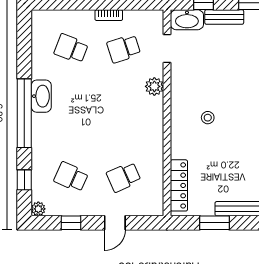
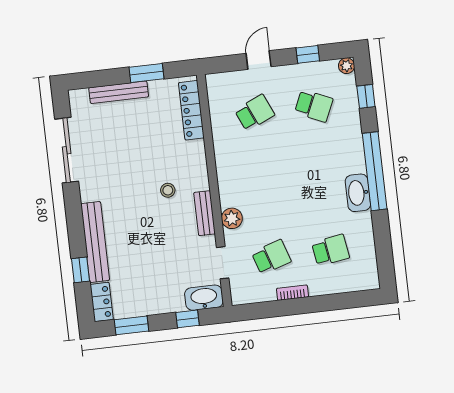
bench: (224, 17) -> (205, 213), moved, turned 90
school desk: (71, 49) -> (330, 250), turned -30

